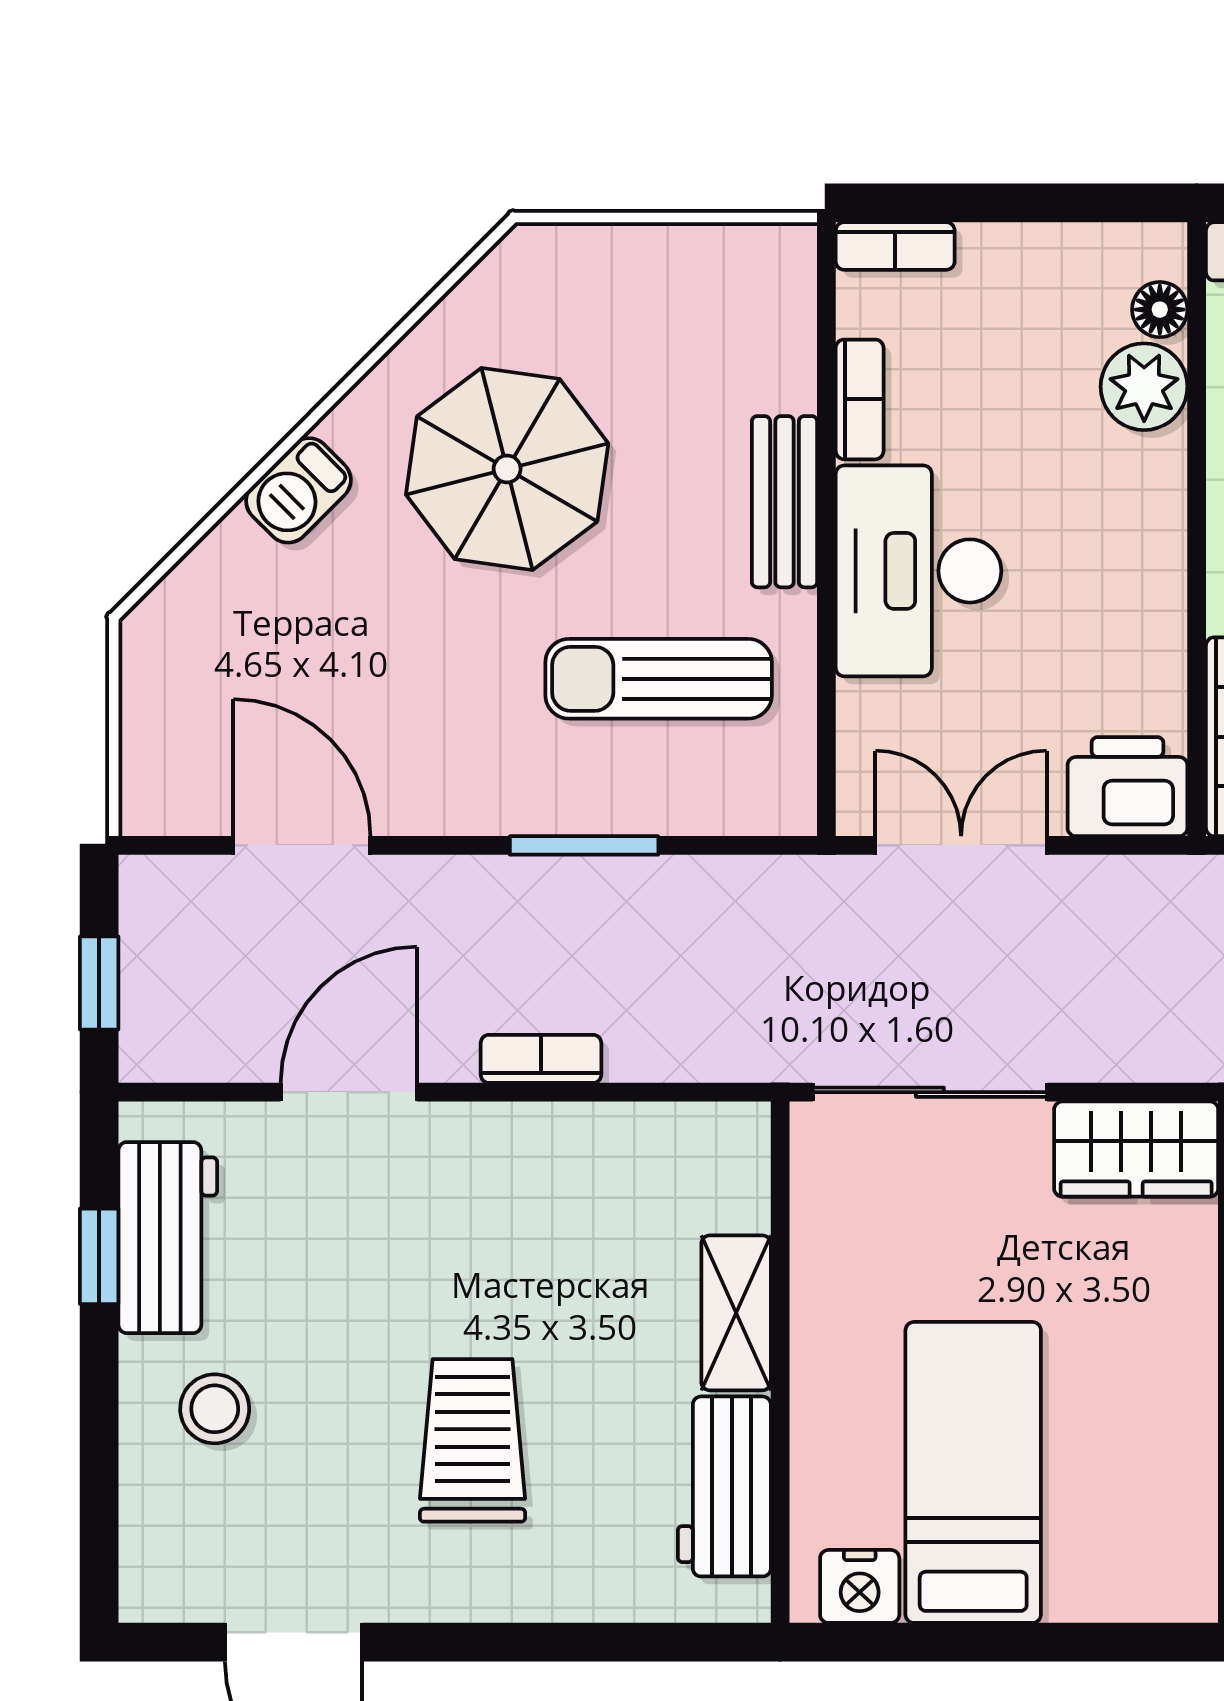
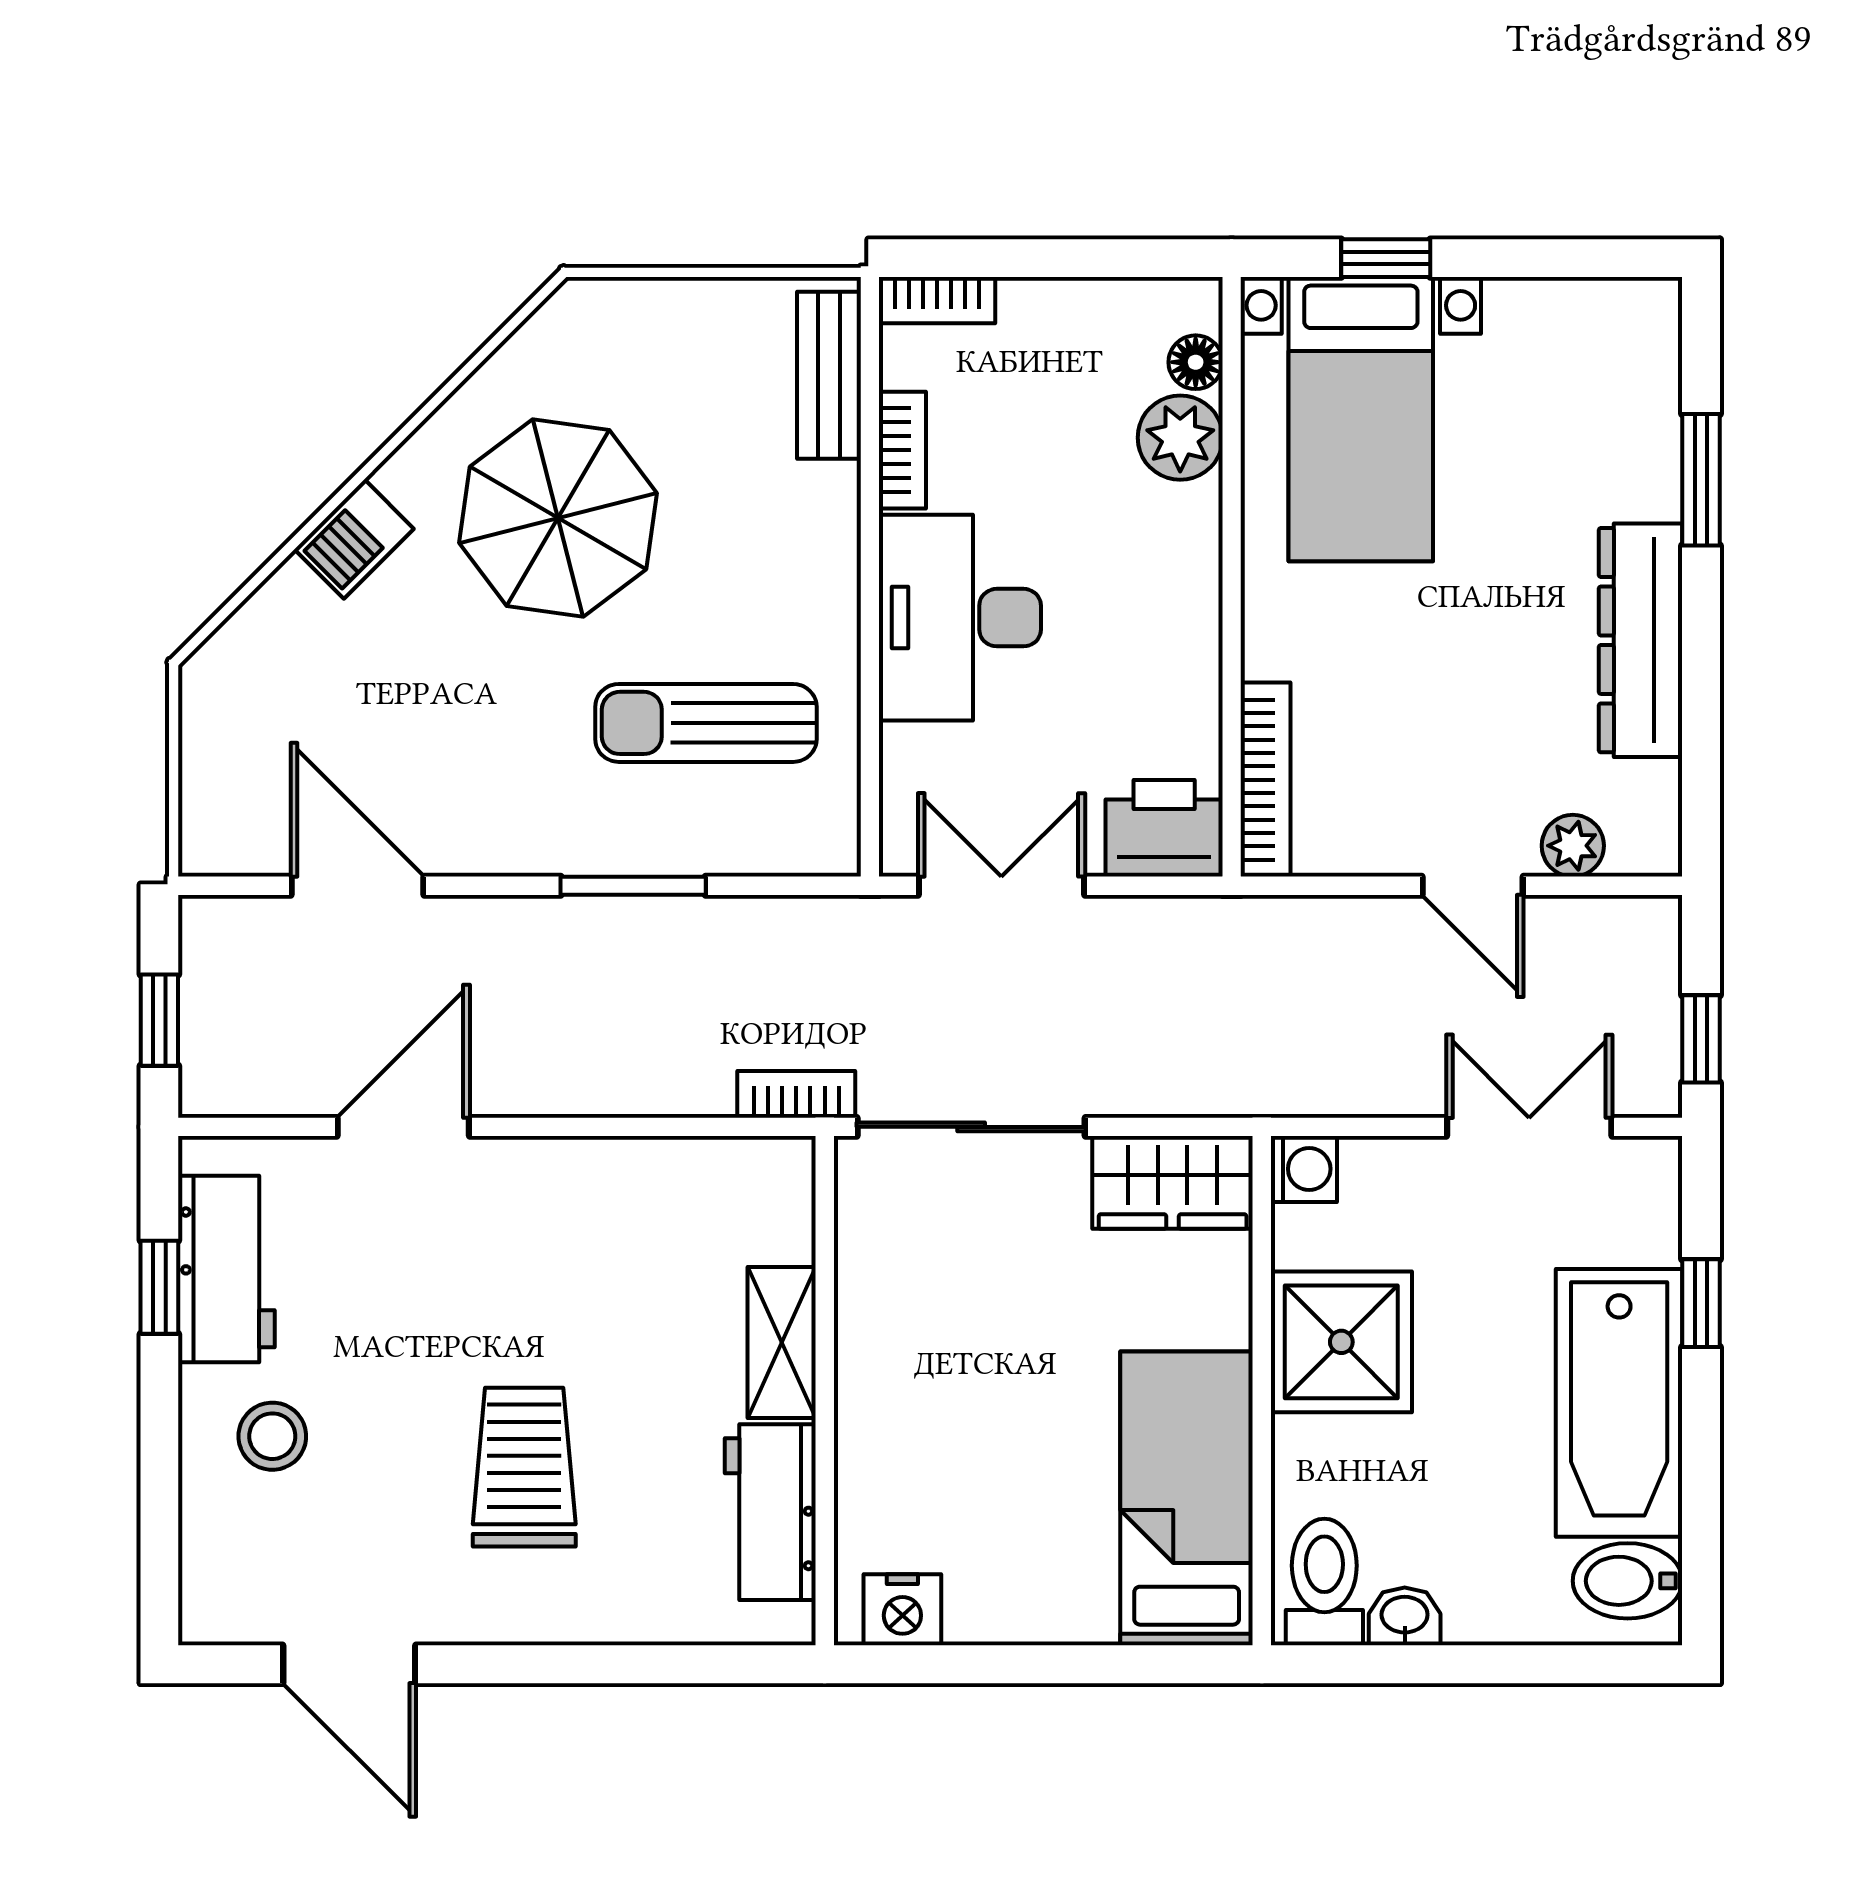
bench: (784, 502) -> (829, 375), moved
bookcase: (541, 1059) -> (796, 1094), moved
bed: (973, 1472) -> (1187, 1498), moved

